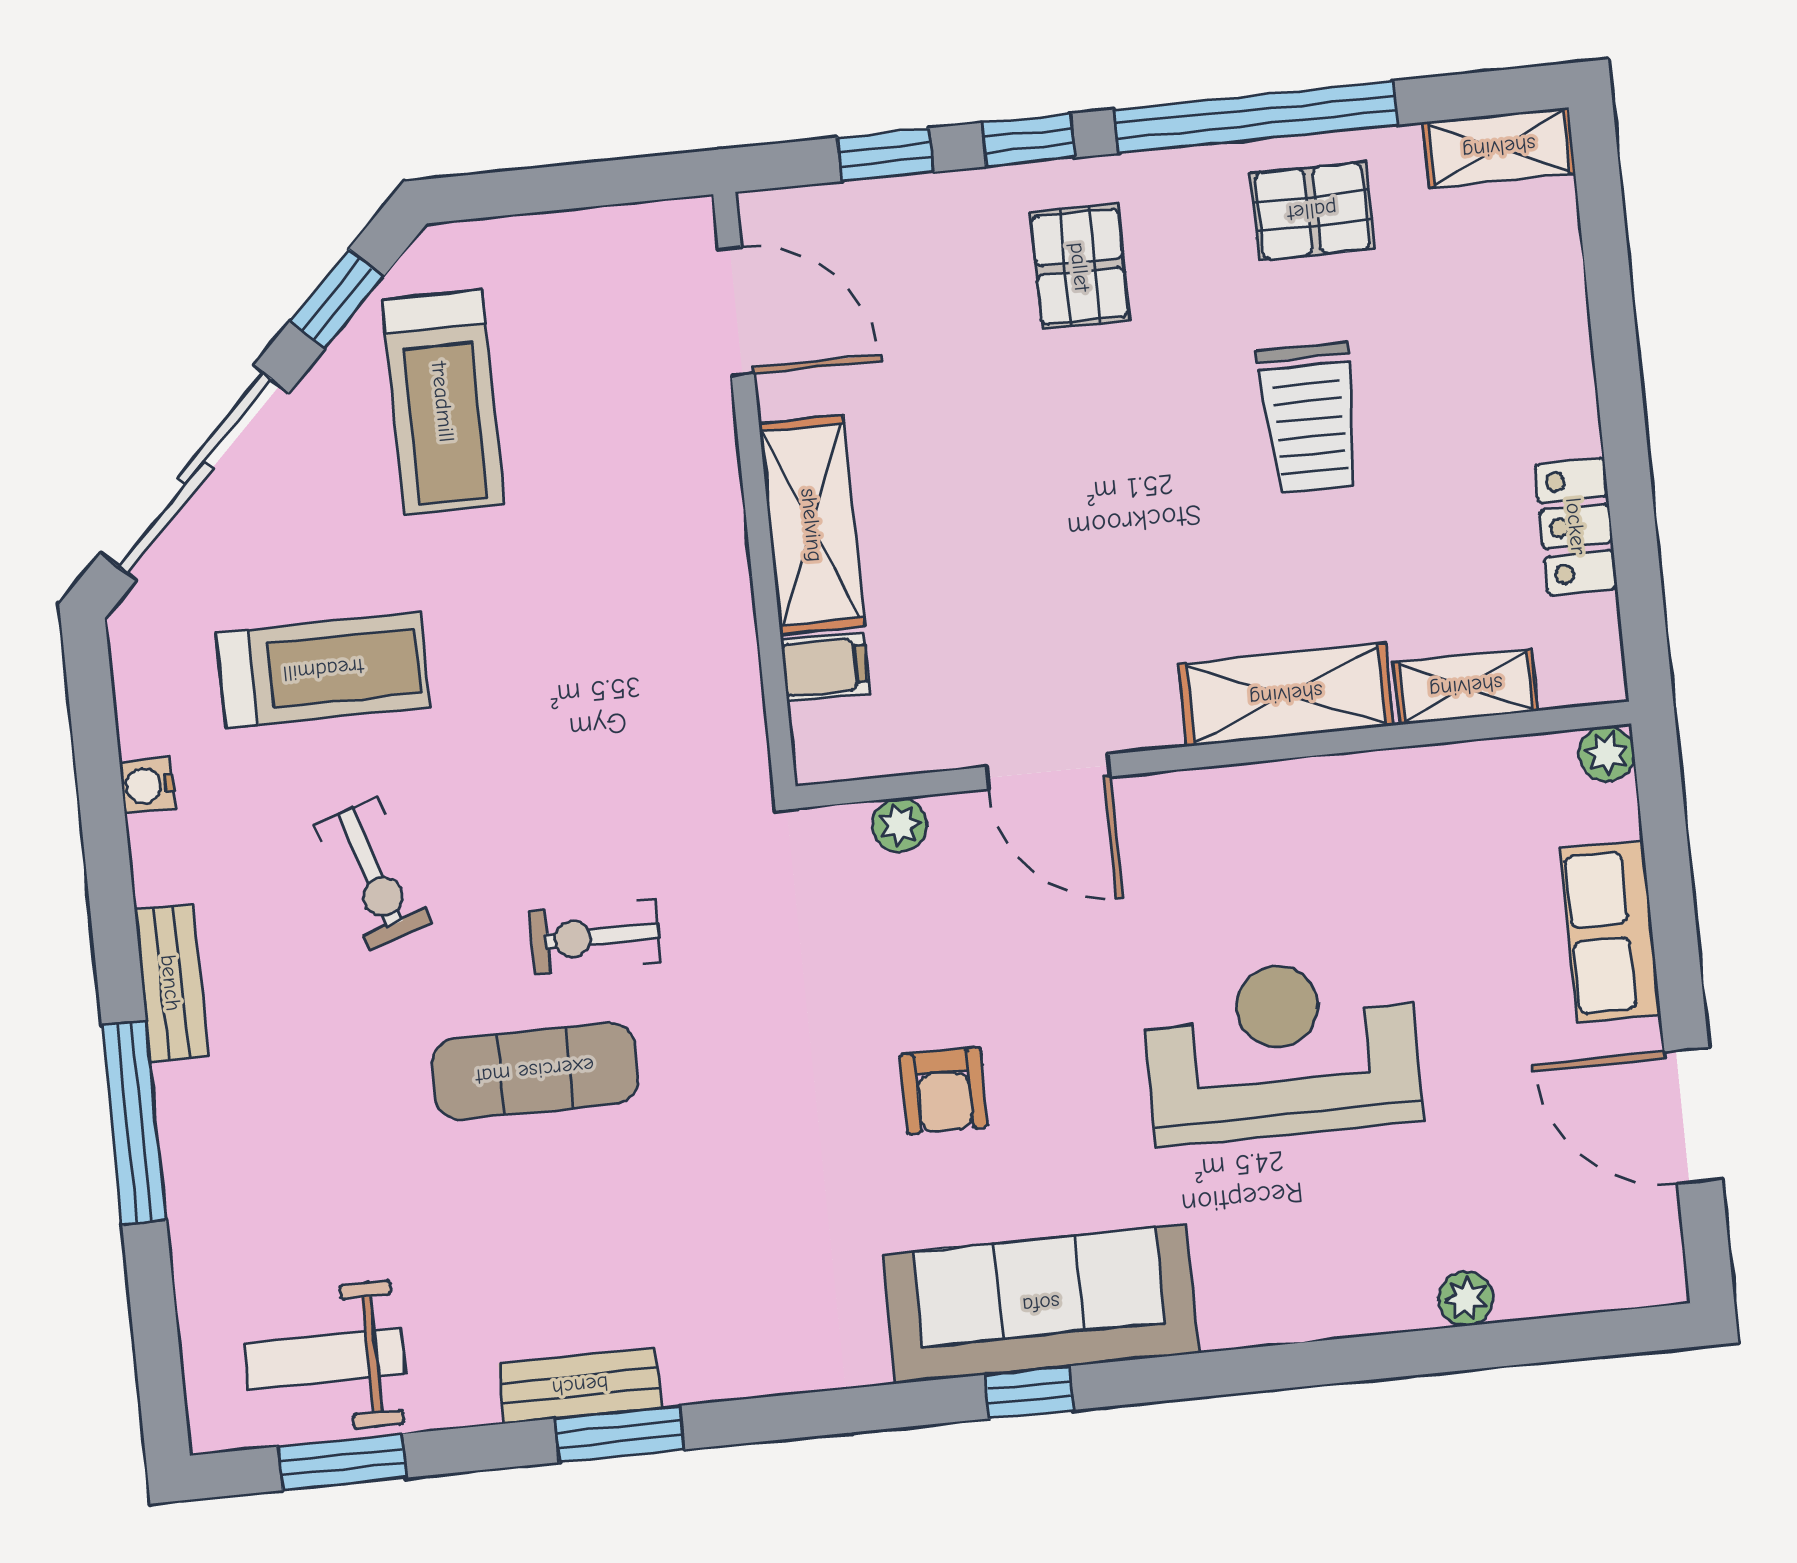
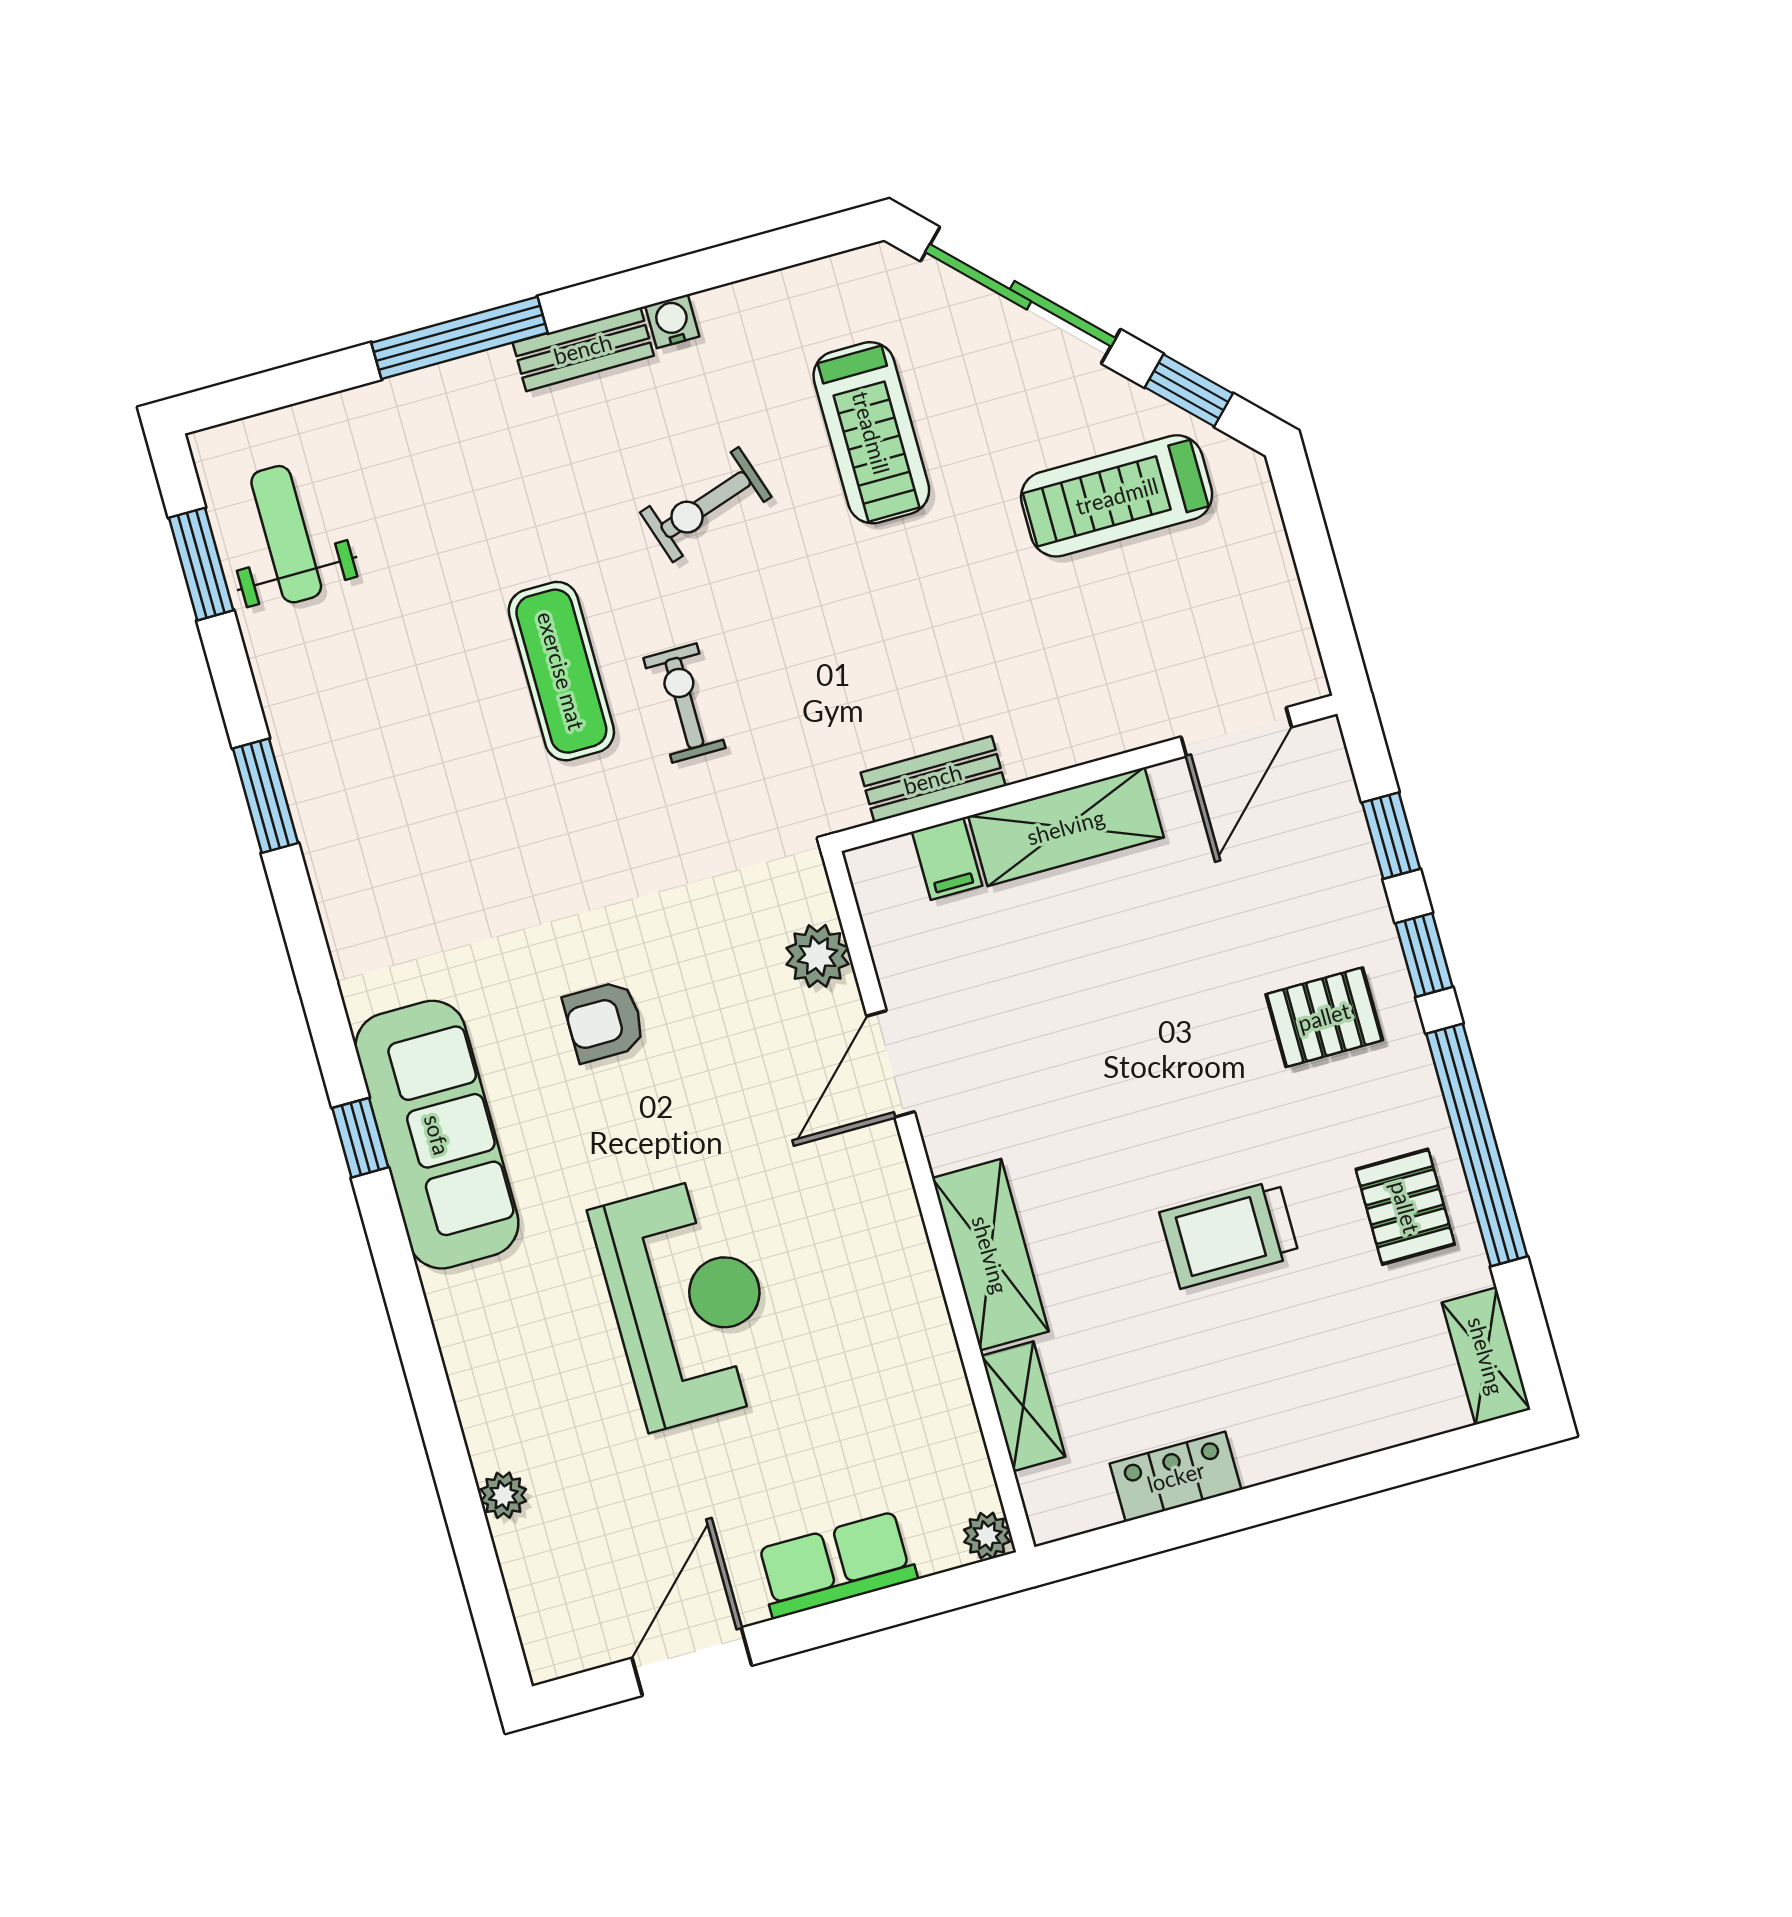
water cooler: (147, 785) -> (672, 321), moved
plant: (900, 825) -> (817, 956), width x1.38, depth x1.38
bench: (580, 1386) -> (933, 779), moved, turned 90

